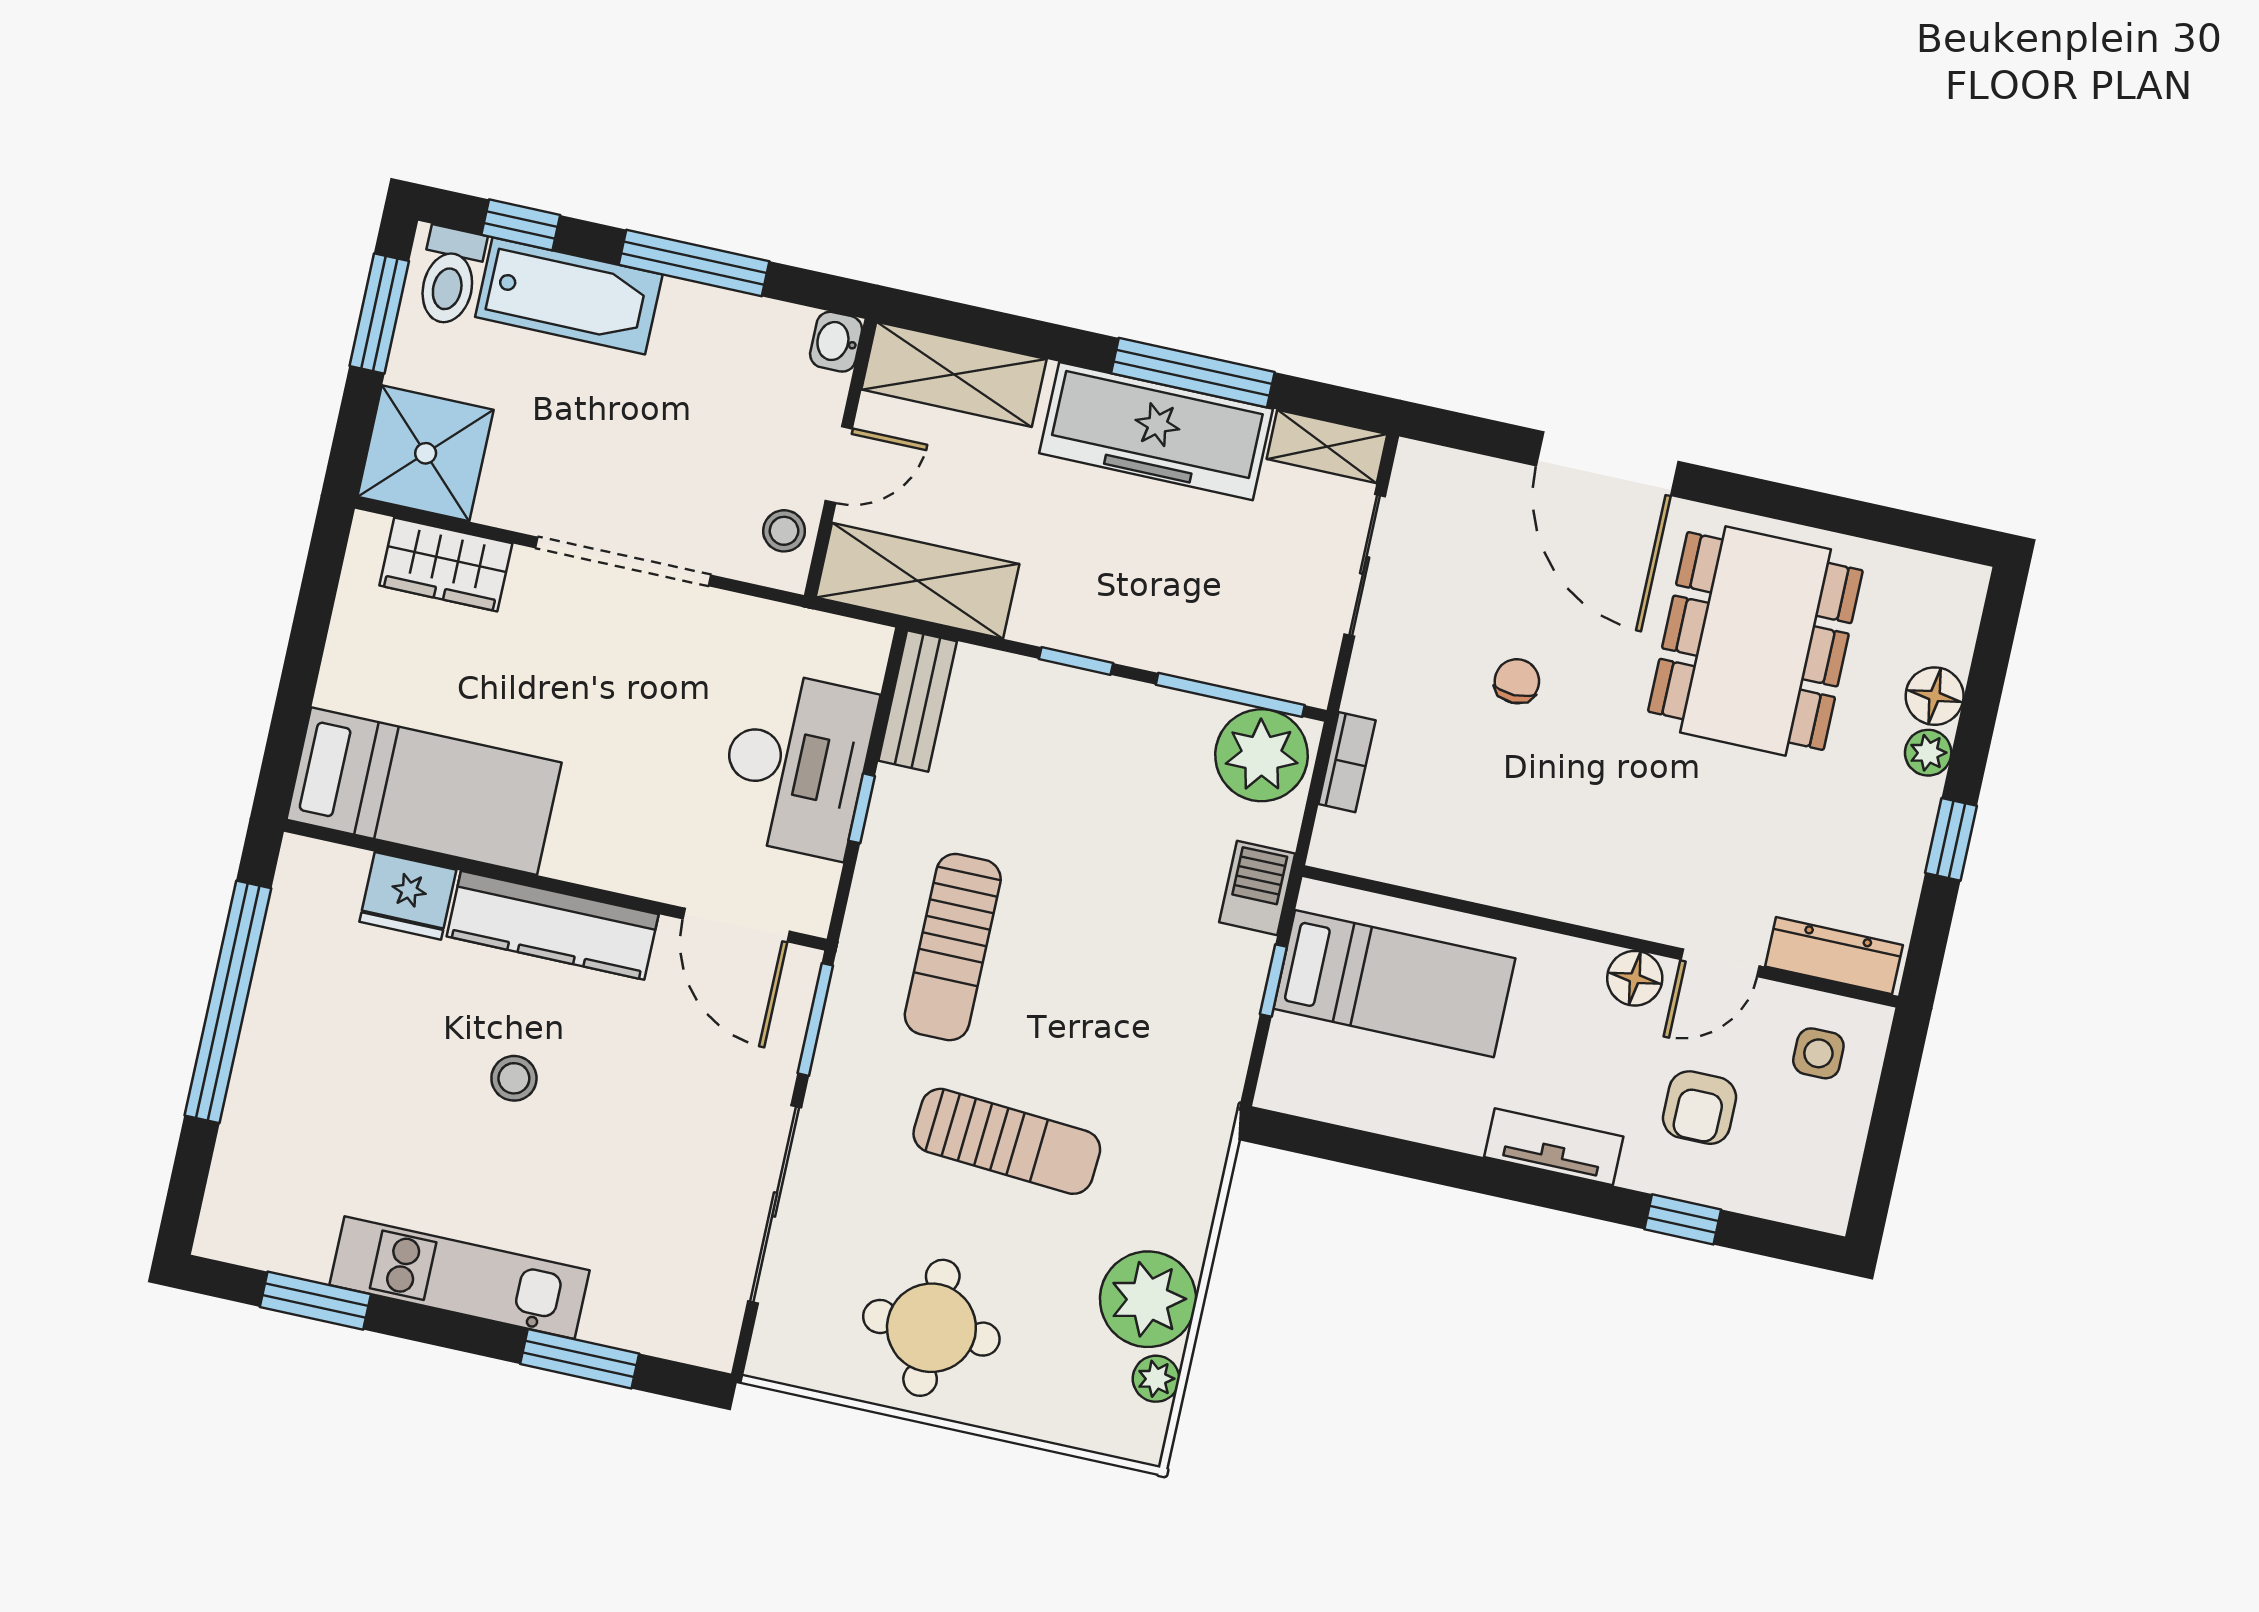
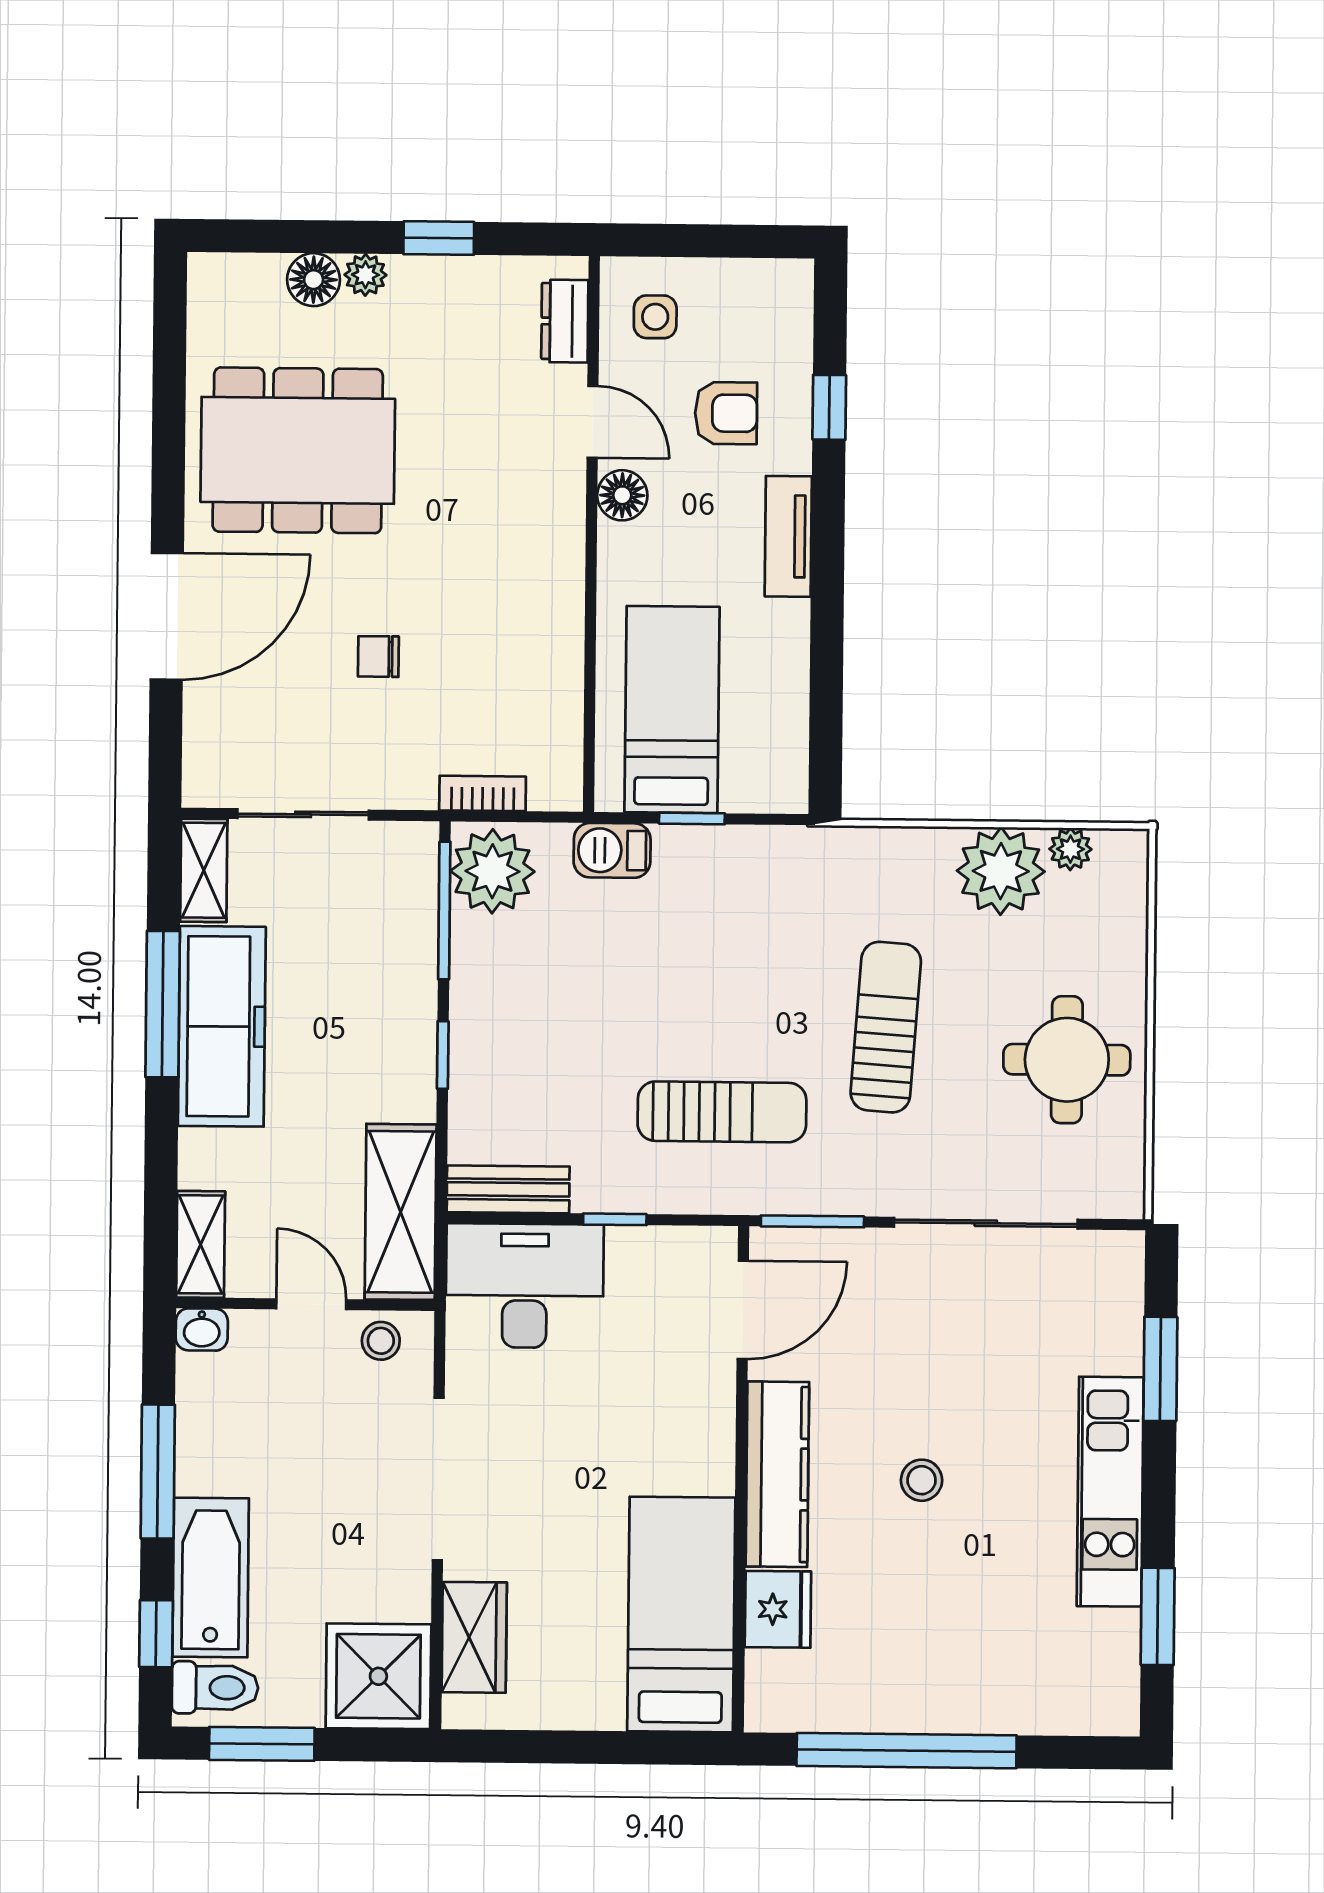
shelving: (954, 374) -> (201, 1244), width x0.67, depth x0.75
desk: (796, 764) -> (525, 1286), moved
dresser: (1834, 956) -> (565, 321), width x0.70

